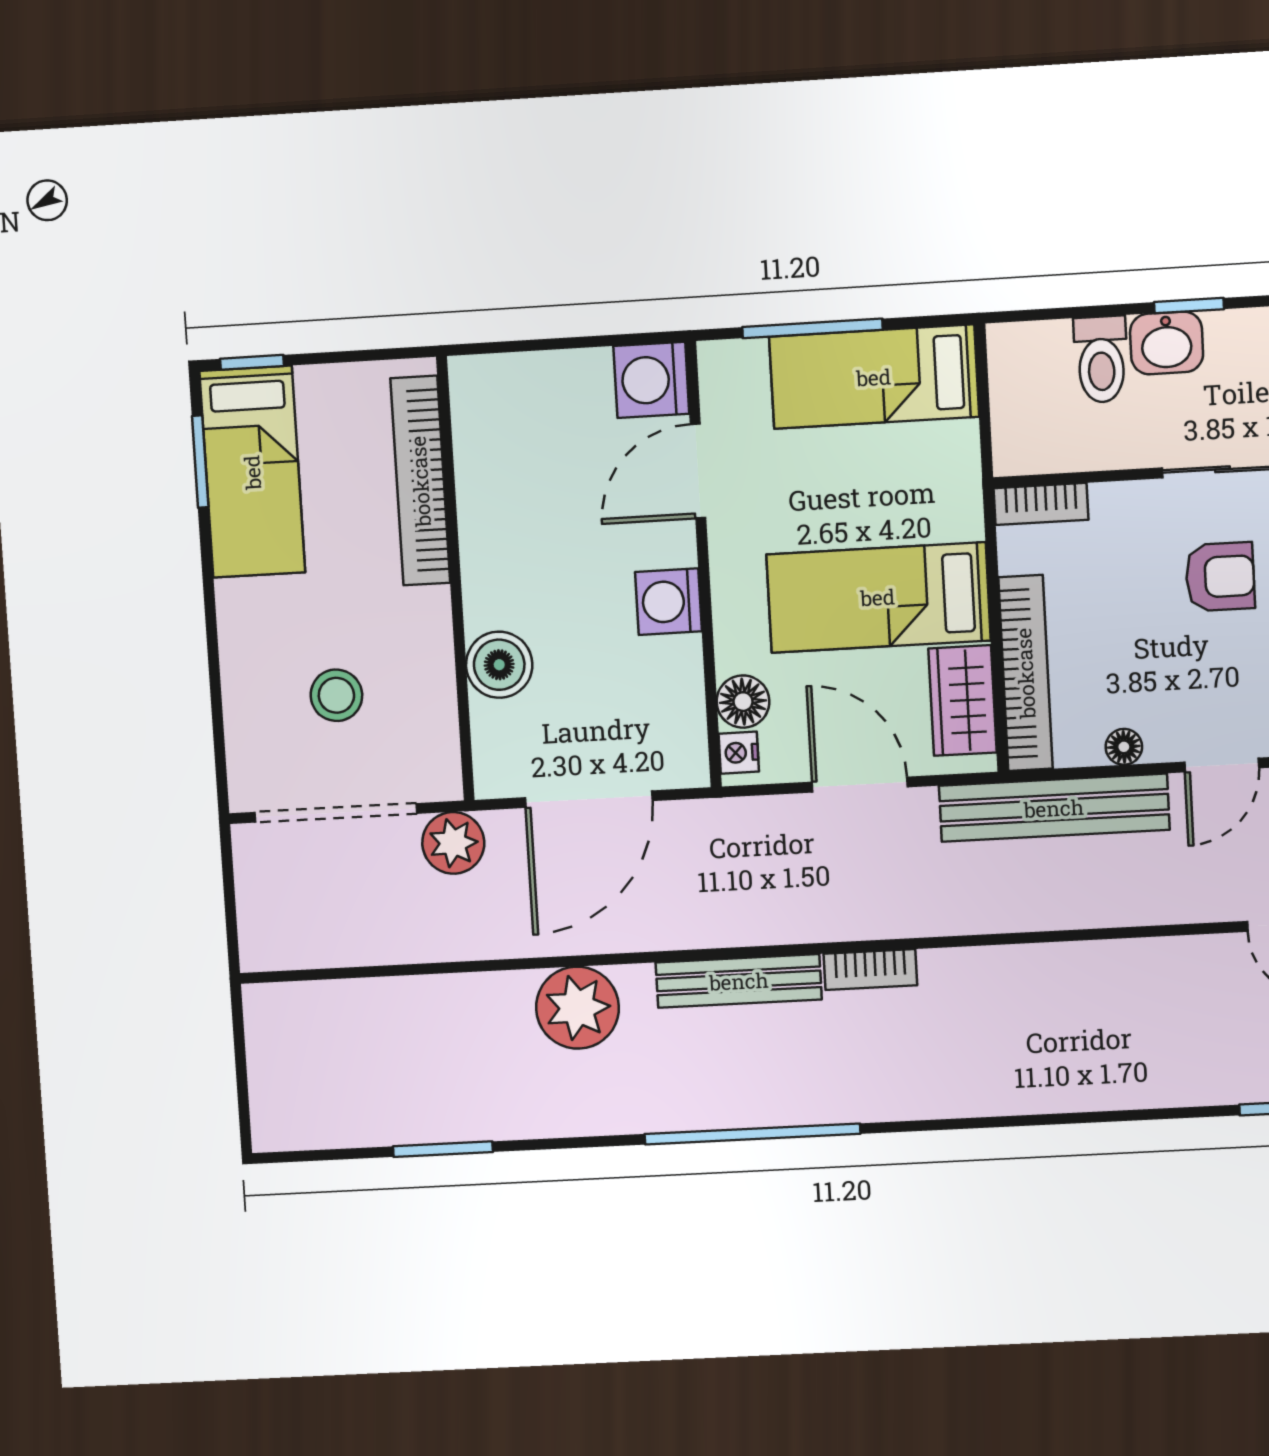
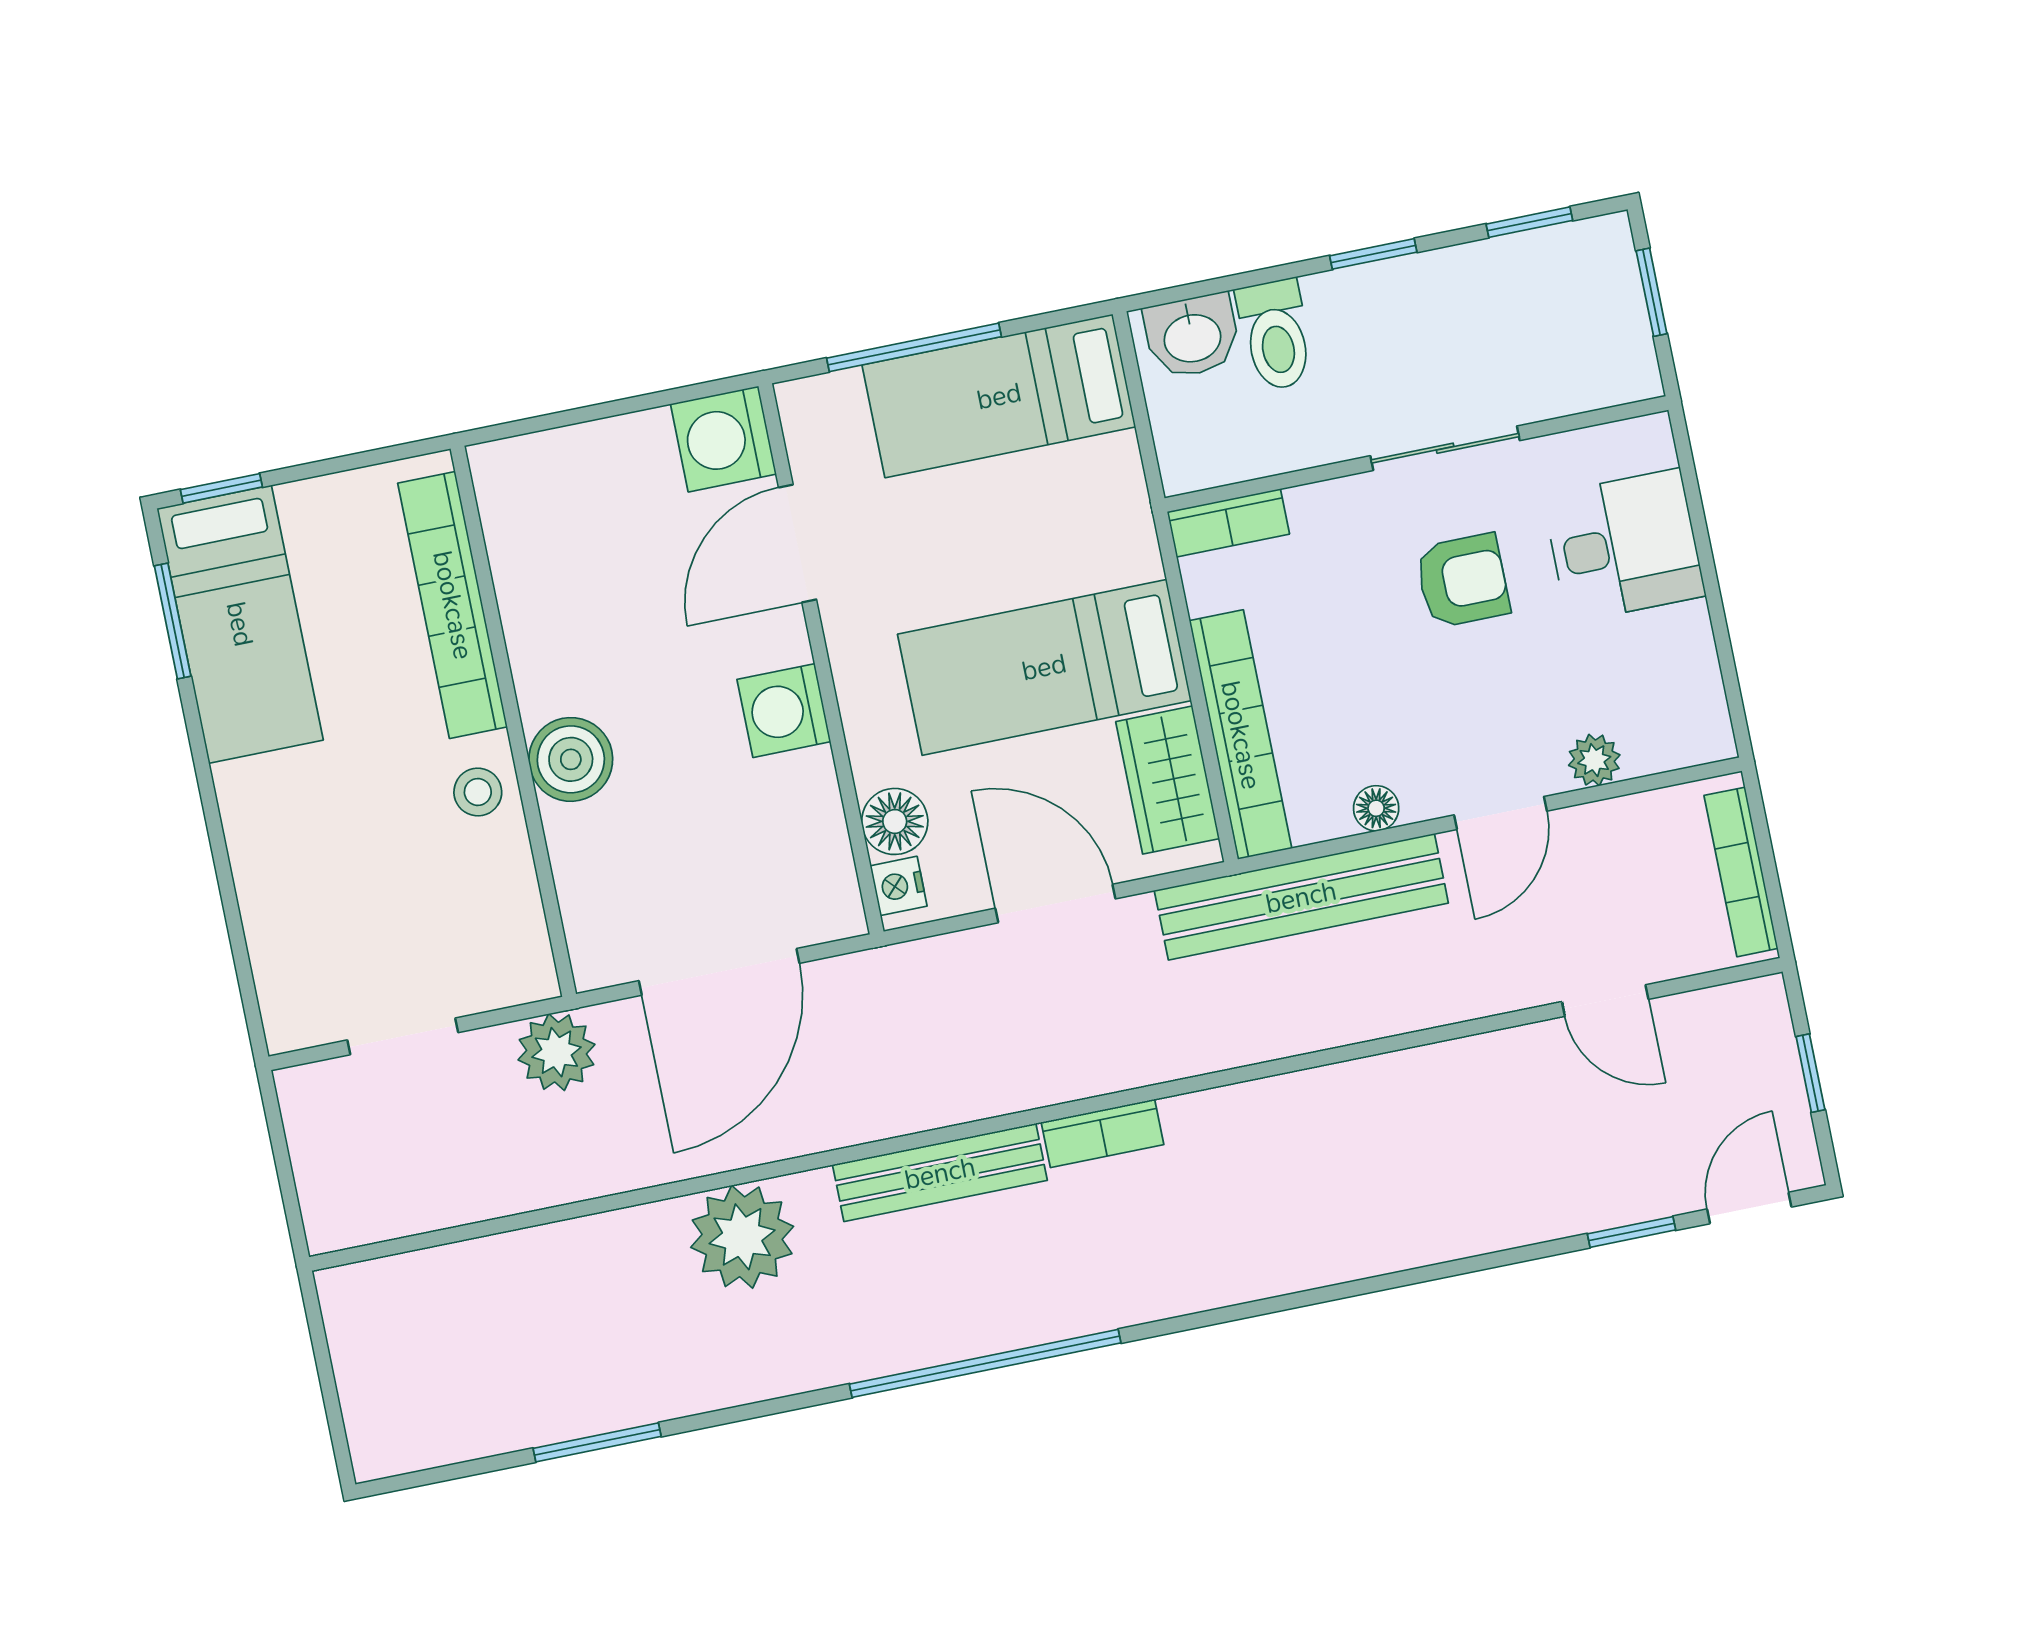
washbasin: (1167, 343) -> (1192, 336), moved
boiler: (499, 665) -> (571, 759), moved
stool: (336, 695) -> (478, 792), moved, width x0.73, depth x0.73
doorway: (336, 813) -> (403, 1036), width x0.53

